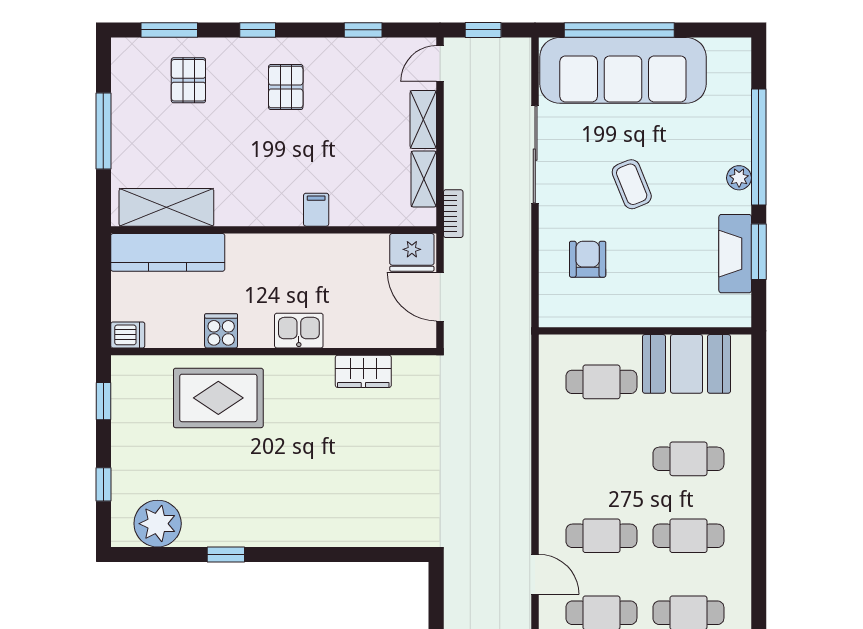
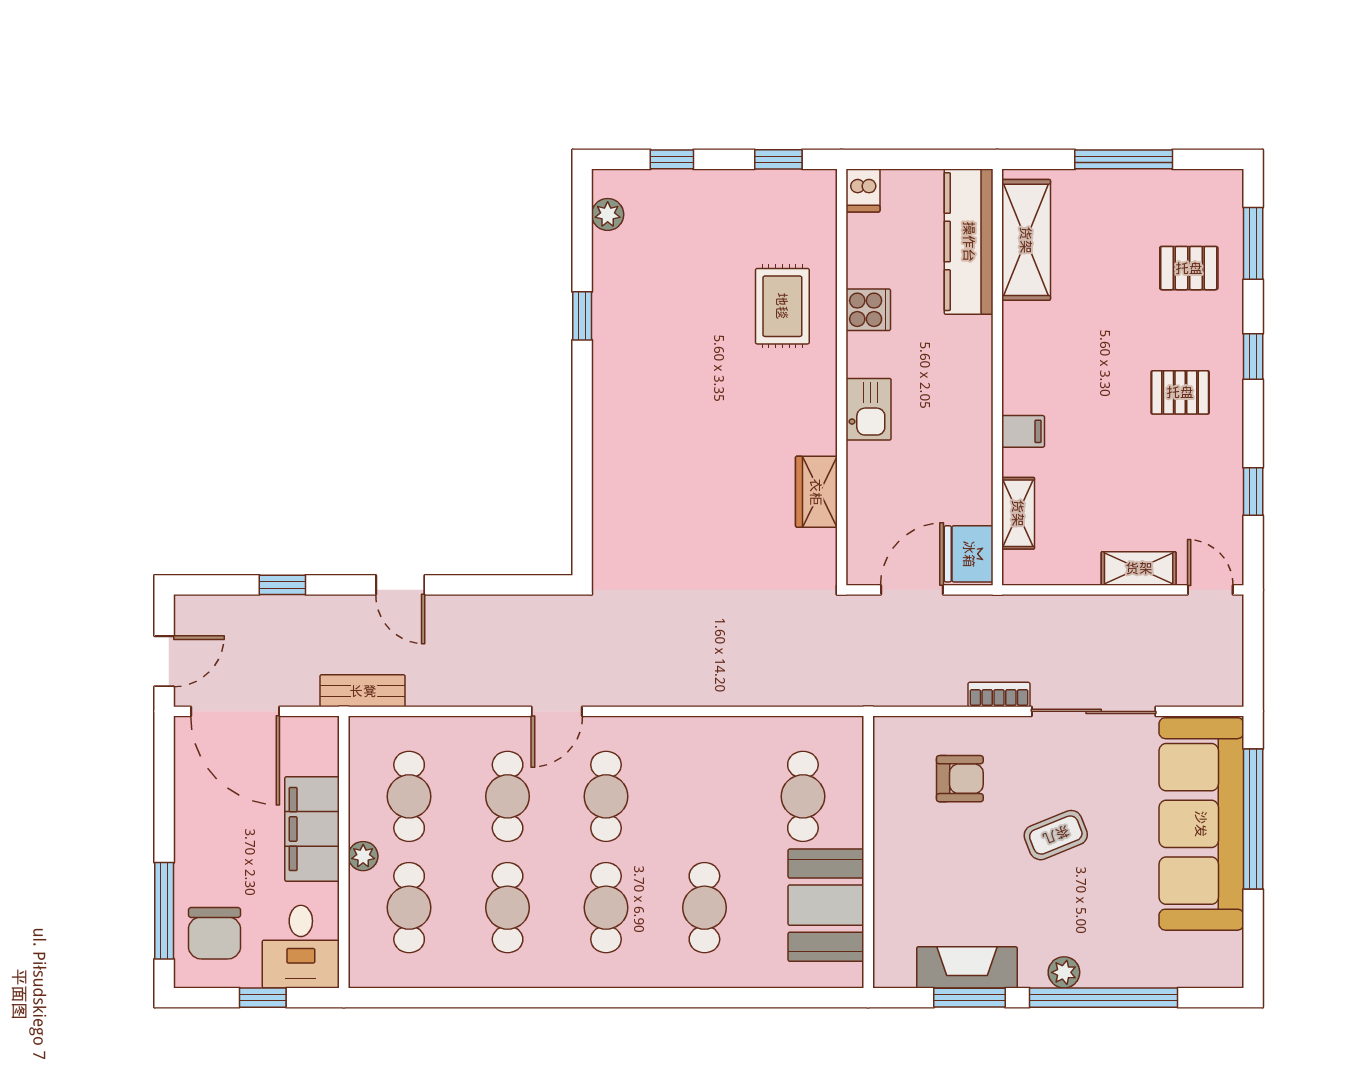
window: (483, 30) -> (1253, 645), removed
shelving: (424, 179) -> (1018, 513), moved, turned 90
bookcase: (453, 214) -> (999, 695), moved, turned 180
rug: (218, 398) -> (782, 306), width x0.73, depth x0.70
plant: (158, 524) -> (608, 214), width x0.53, depth x0.53

